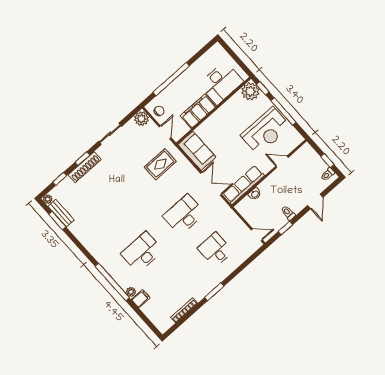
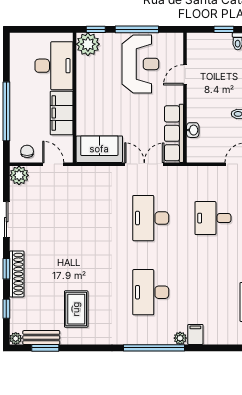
rug: (160, 164) -> (76, 309), moved

